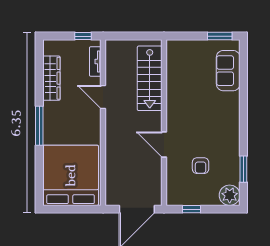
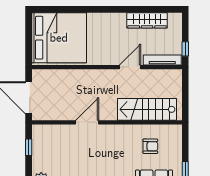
tv unit: (95, 62) -> (162, 60), width x1.41
window: (39, 126) -> (104, 9), removed
armchair: (201, 166) -> (150, 146), moved, turned 180

